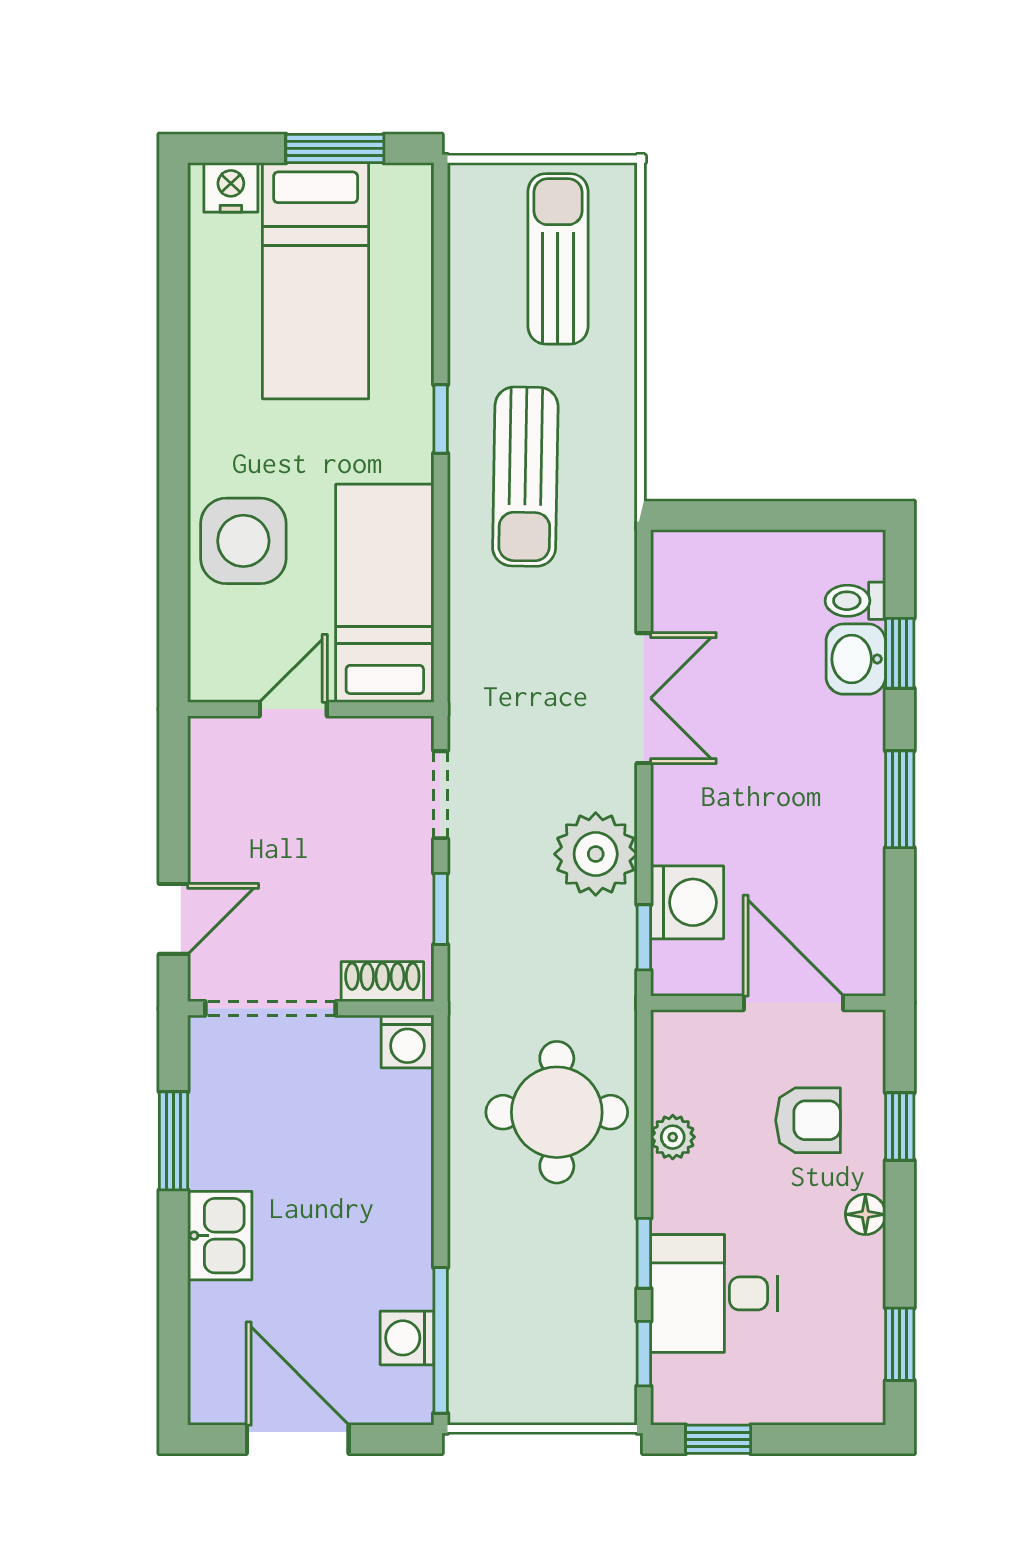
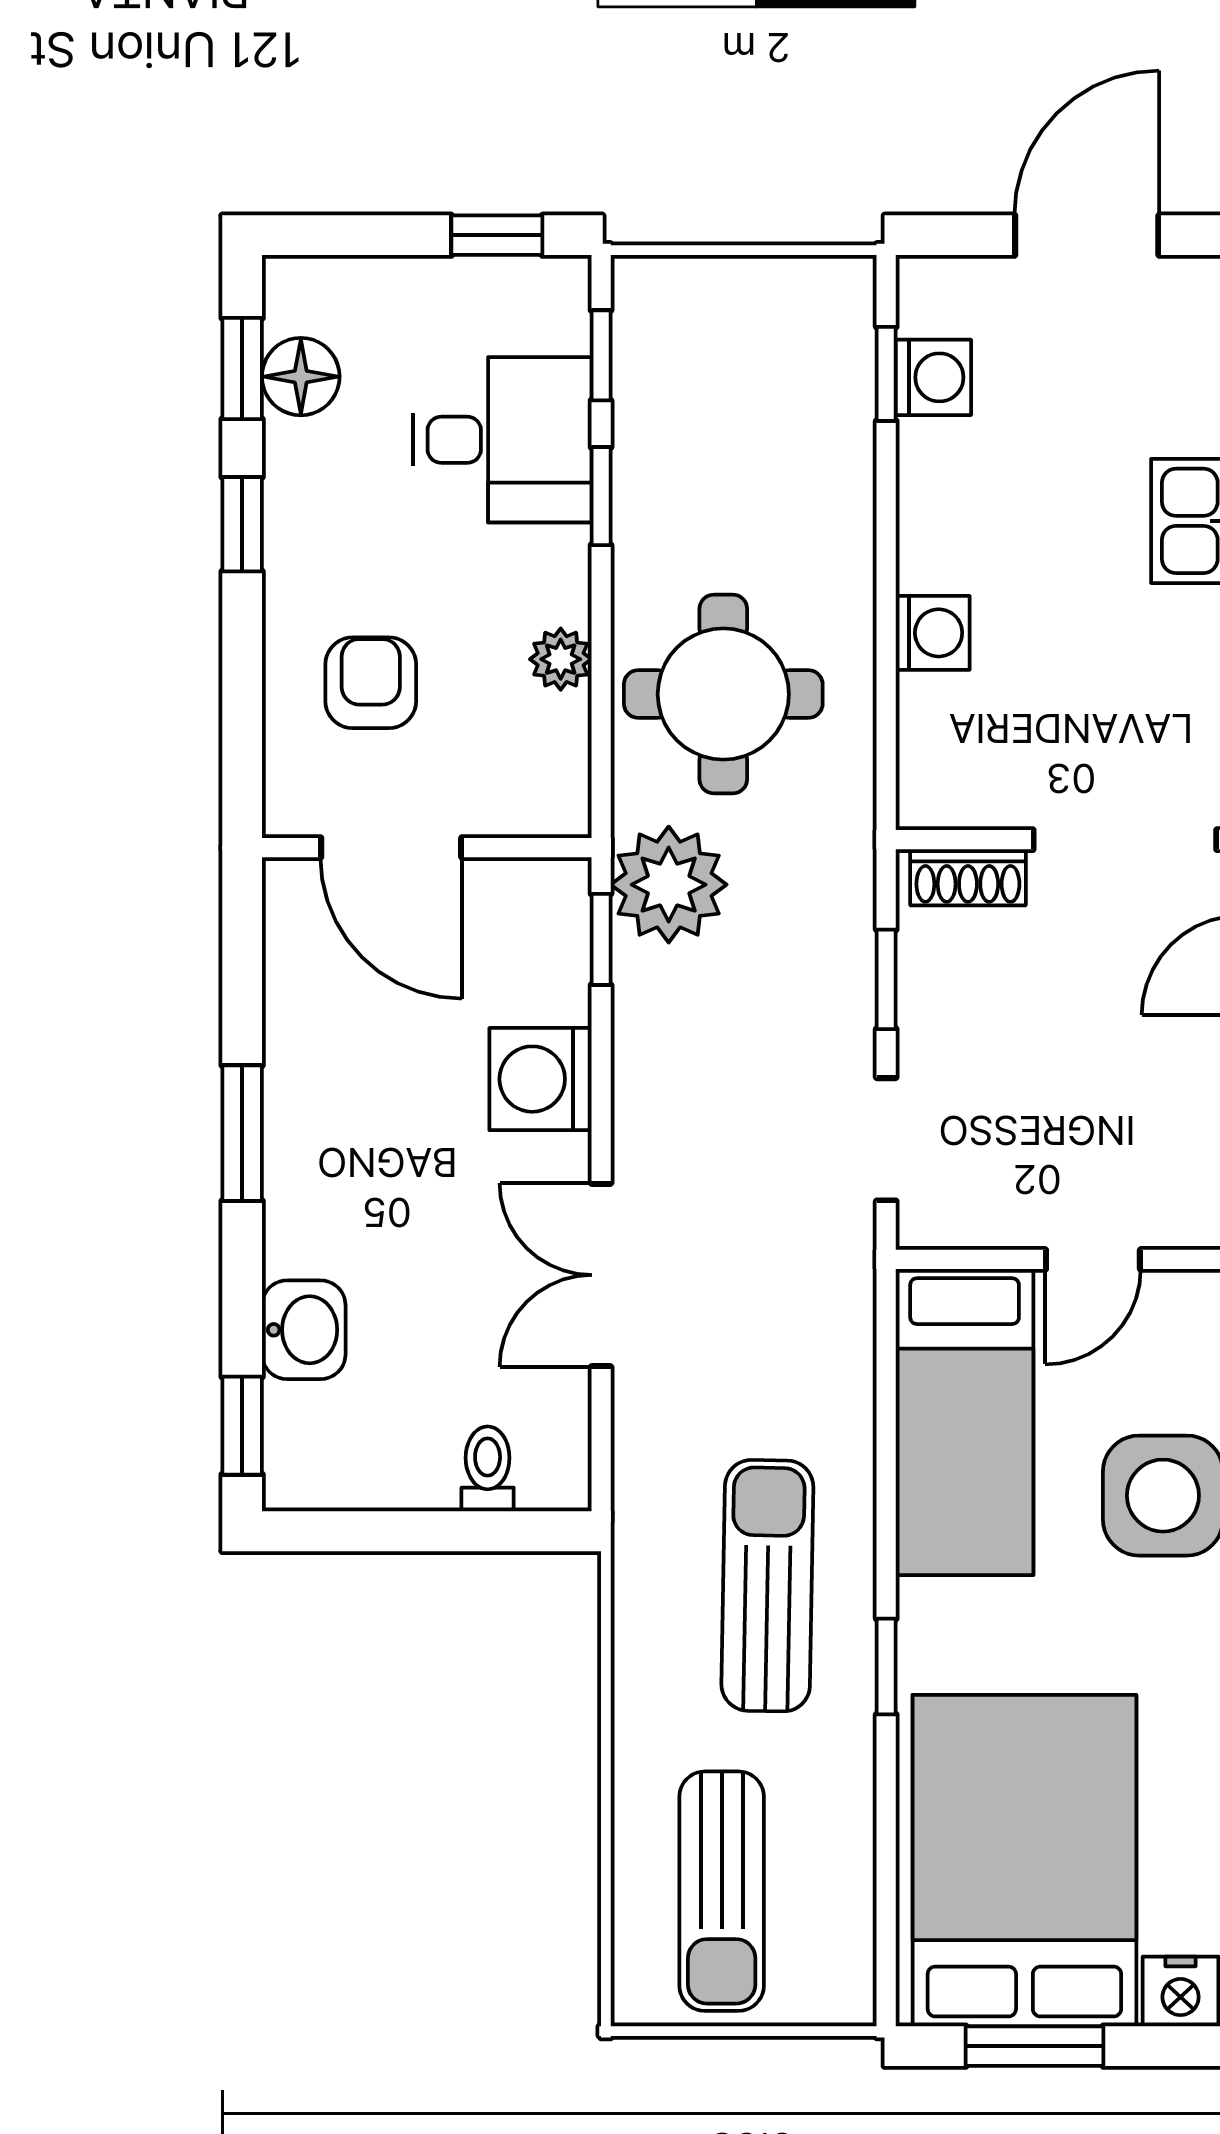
bed: (316, 281) -> (1024, 1861), width x1.50
toilet: (855, 601) -> (488, 1469), moved, turned -90
window: (900, 653) -> (242, 1426), moved
plant: (596, 854) -> (669, 885), moved
washing machine: (687, 902) -> (540, 1079), moved
washing machine: (408, 1042) -> (933, 633), moved, turned 90
armchair: (808, 1120) -> (371, 683), turned 90
window: (900, 1126) -> (242, 524), moved
floor lamp: (865, 1214) -> (301, 377), moved, width x1.37, depth x1.37
window: (441, 1340) -> (886, 374), width x0.46
door: (298, 1439) -> (1087, 235), swing flipped

